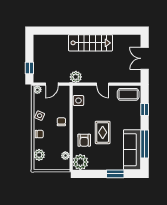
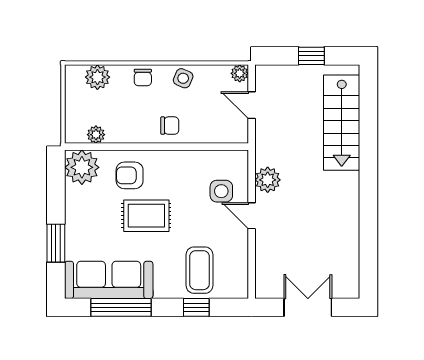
stairs: (91, 43) -> (342, 123), moved
window: (29, 68) -> (311, 56), moved
plant: (76, 77) -> (268, 180), moved
door: (103, 84) -> (252, 216), hinge flipped
coffee table: (128, 94) -> (199, 270), moved
side table: (78, 101) -> (221, 191), moved

